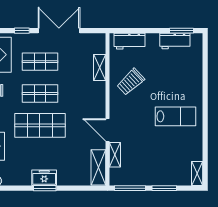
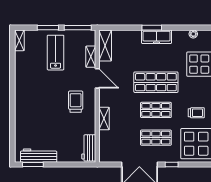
workbench: (130, 41) -> (89, 148), moved, turned -90
workbench: (175, 41) -> (39, 156), width x1.37
shelving: (100, 67) -> (104, 119), moved
trolley: (131, 82) -> (76, 102), moved, turned -47
lab bench: (176, 116) -> (56, 53), moved, turned 90
freezer: (44, 178) -> (157, 37), width x1.40

